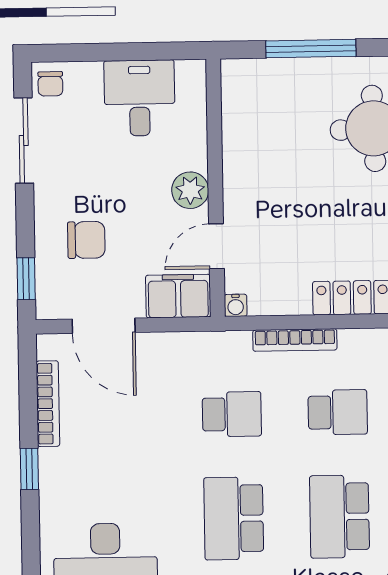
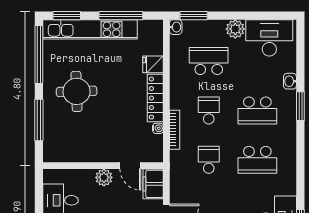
water cooler: (236, 305) -> (158, 128), moved

